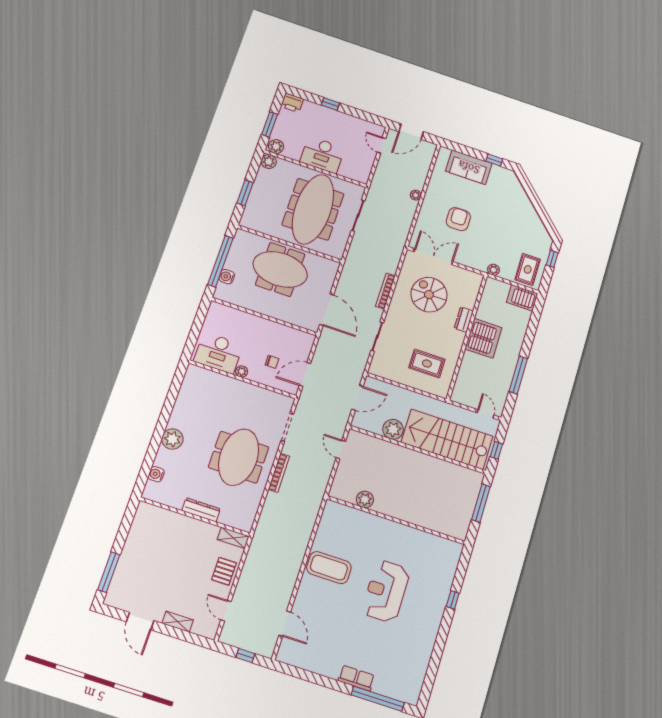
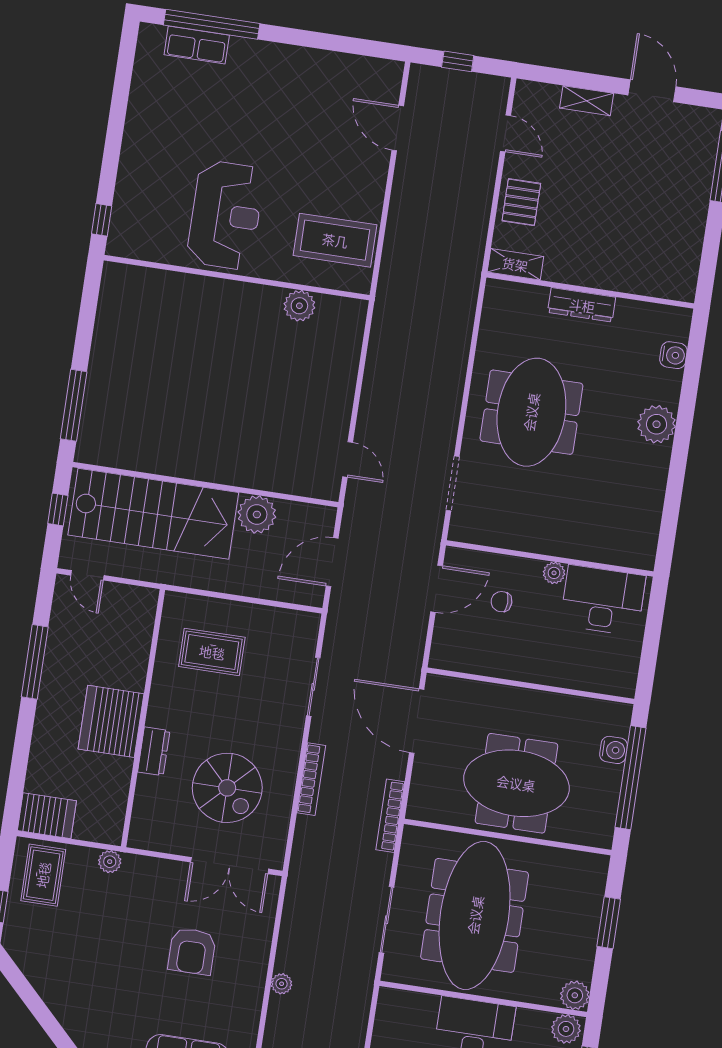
bookcase: (279, 473) -> (390, 816), moved
plant: (365, 500) -> (299, 306), moved
wall: (396, 520) -> (237, 278), moved
row of seats: (356, 678) -> (197, 45), moved

